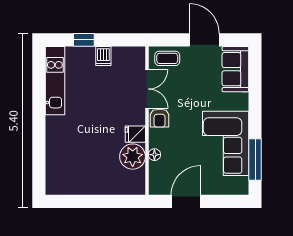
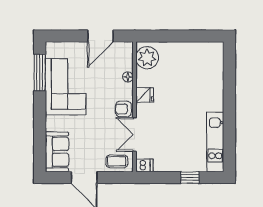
dishwasher: (103, 56) -> (144, 165), moved, turned 90
armchair: (160, 118) -> (123, 109), turned -90
plant: (133, 157) -> (147, 58), moved

